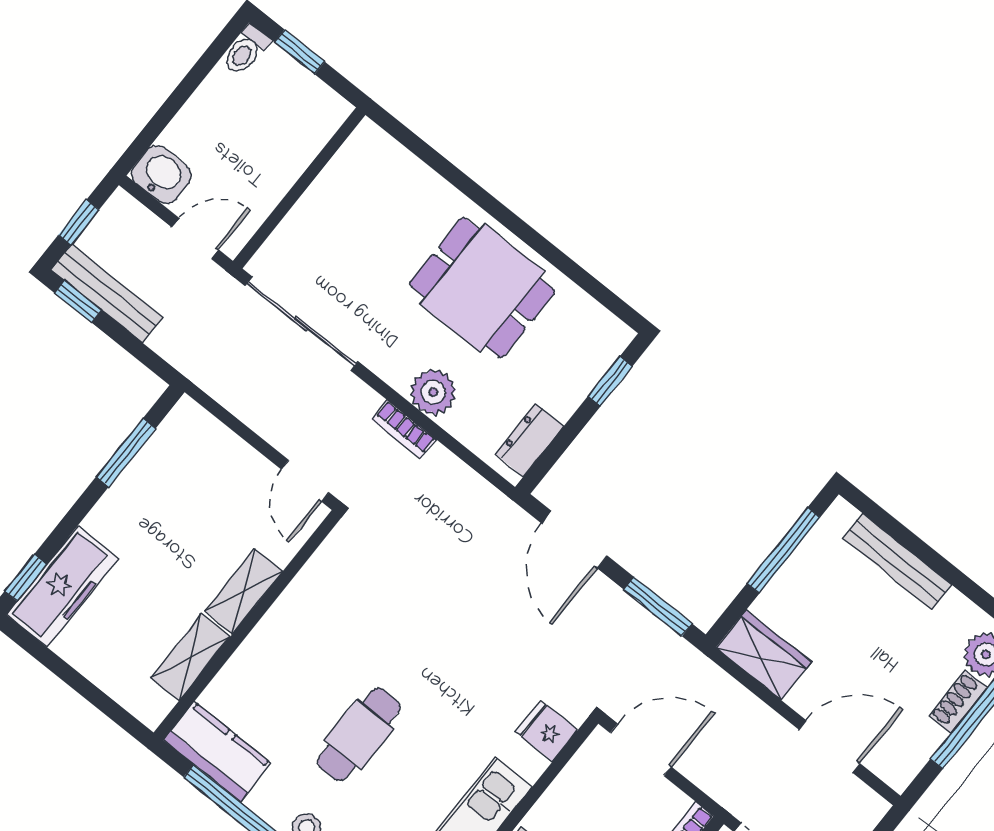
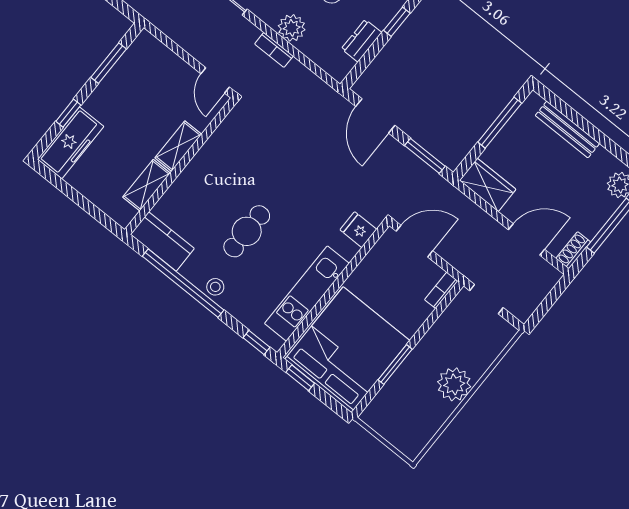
dresser: (529, 440) -> (362, 41), moved
window: (26, 578) -> (68, 113), moved
shoe rack: (958, 702) -> (573, 250), moved

